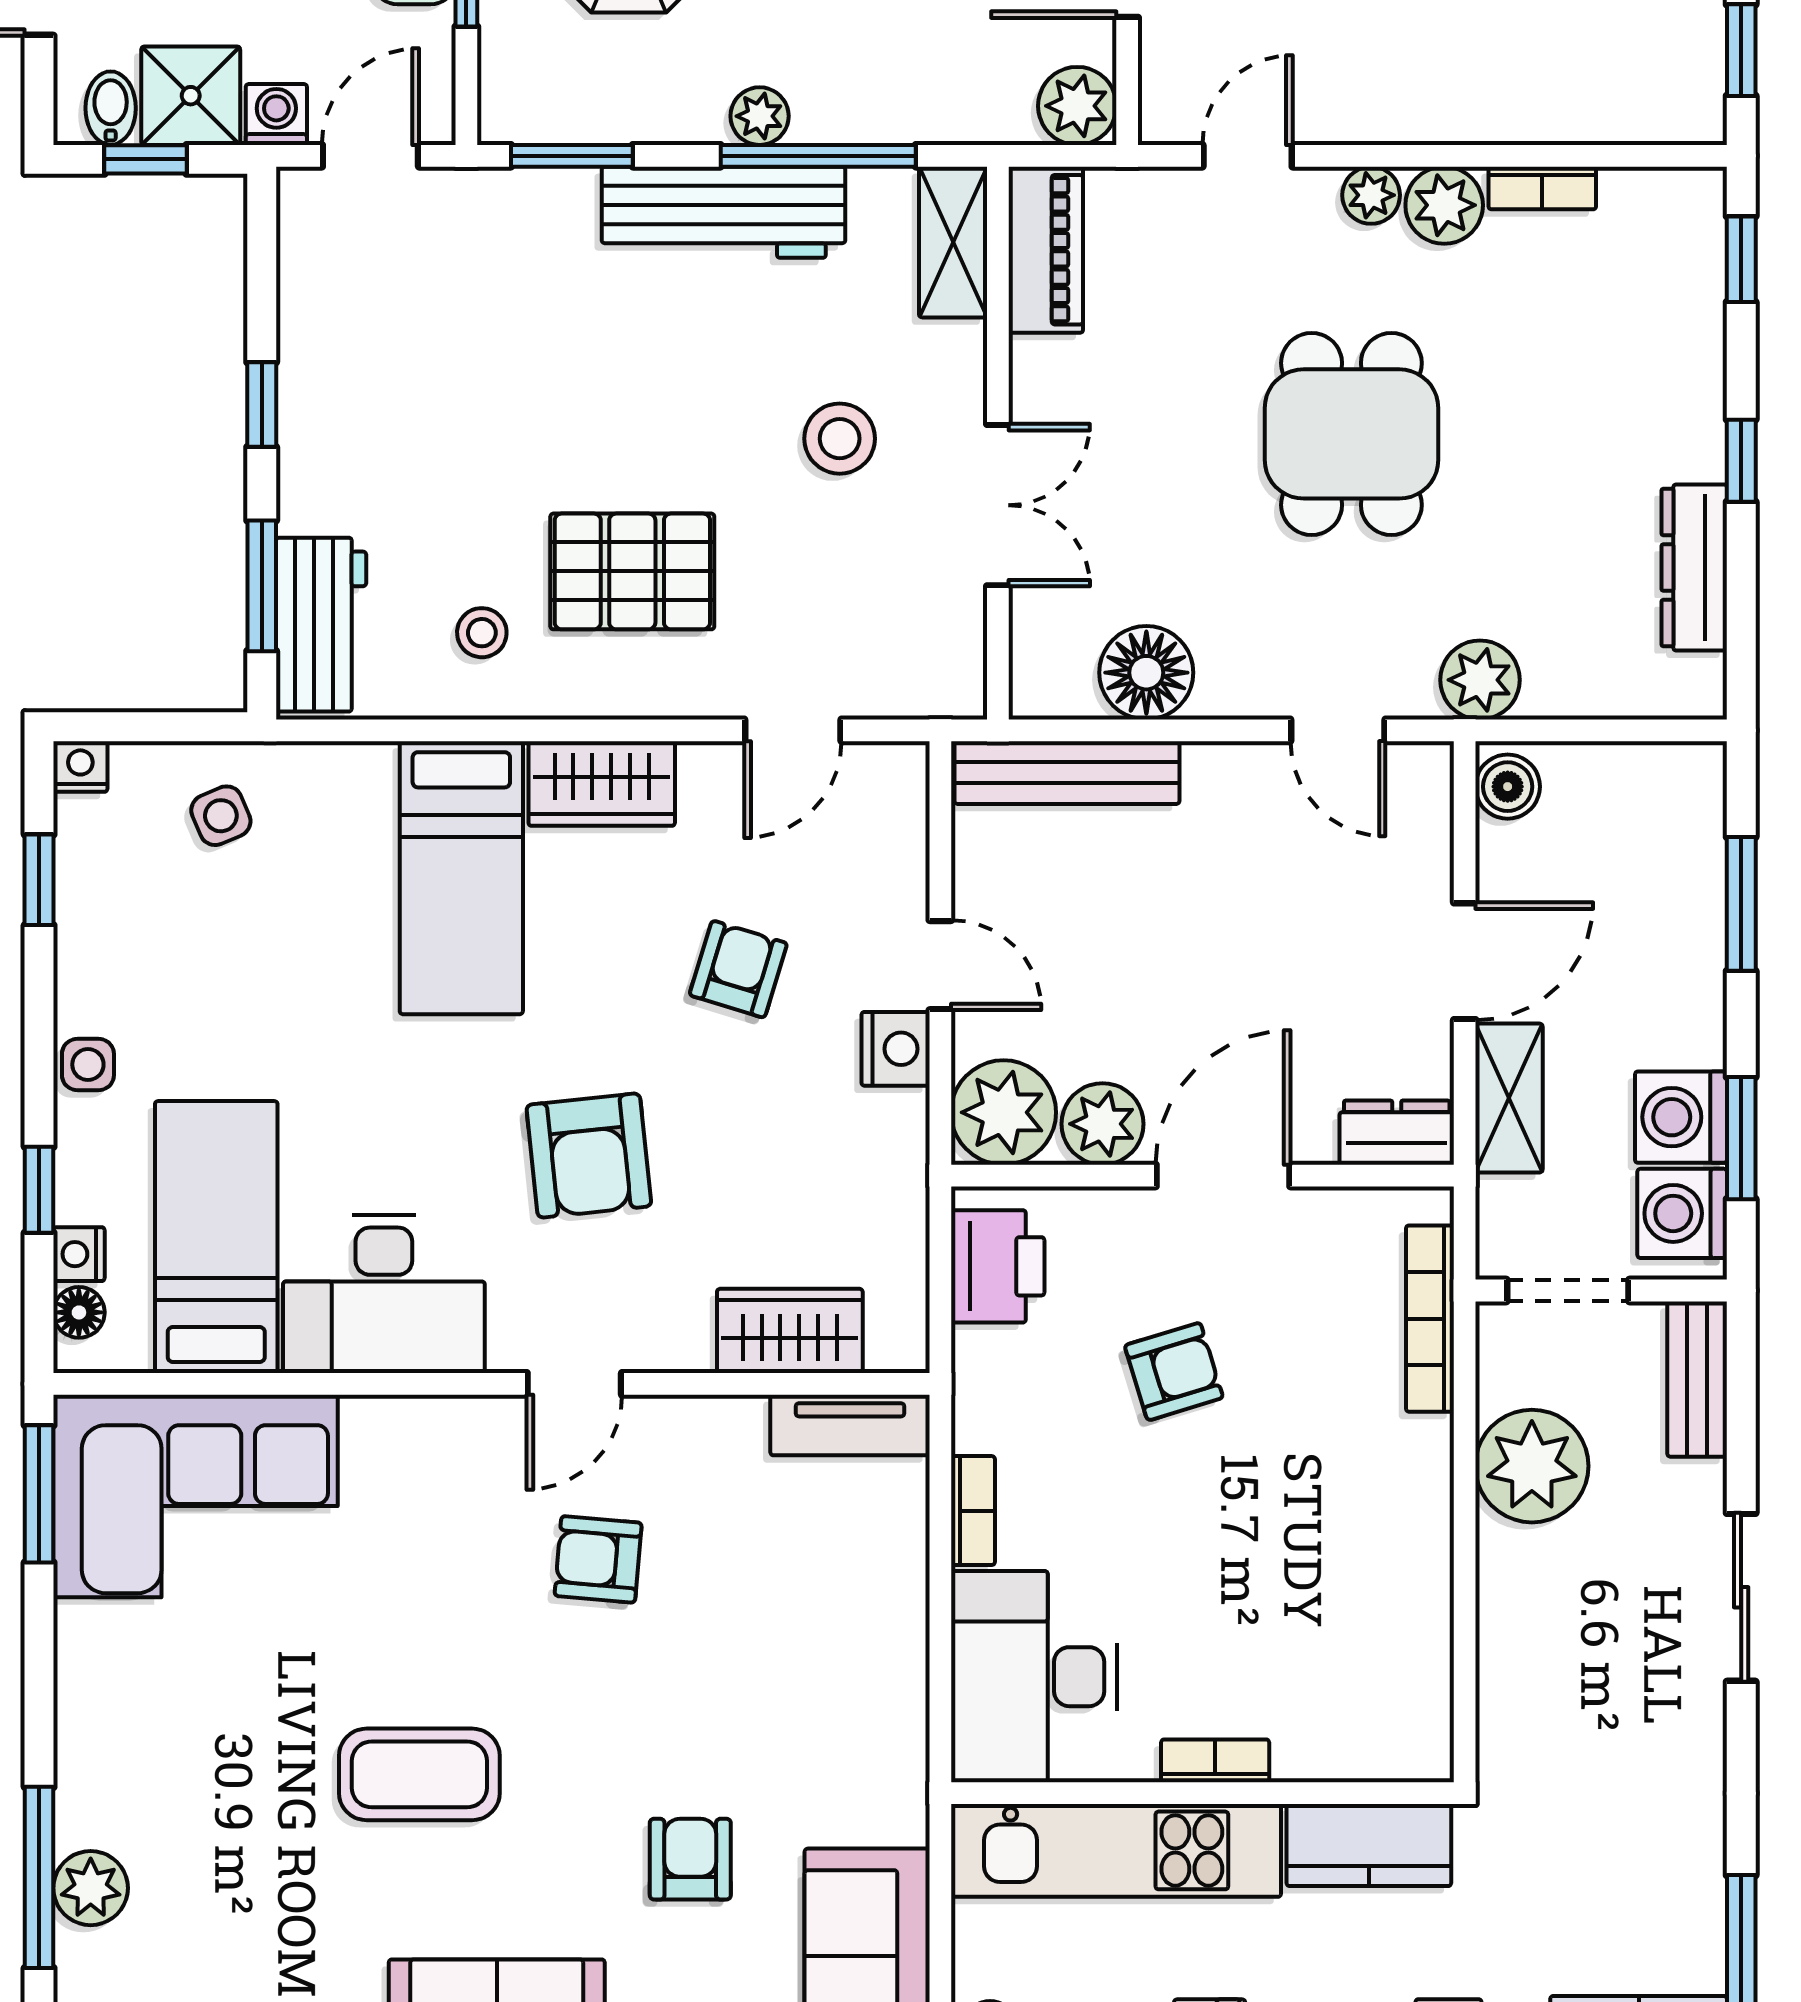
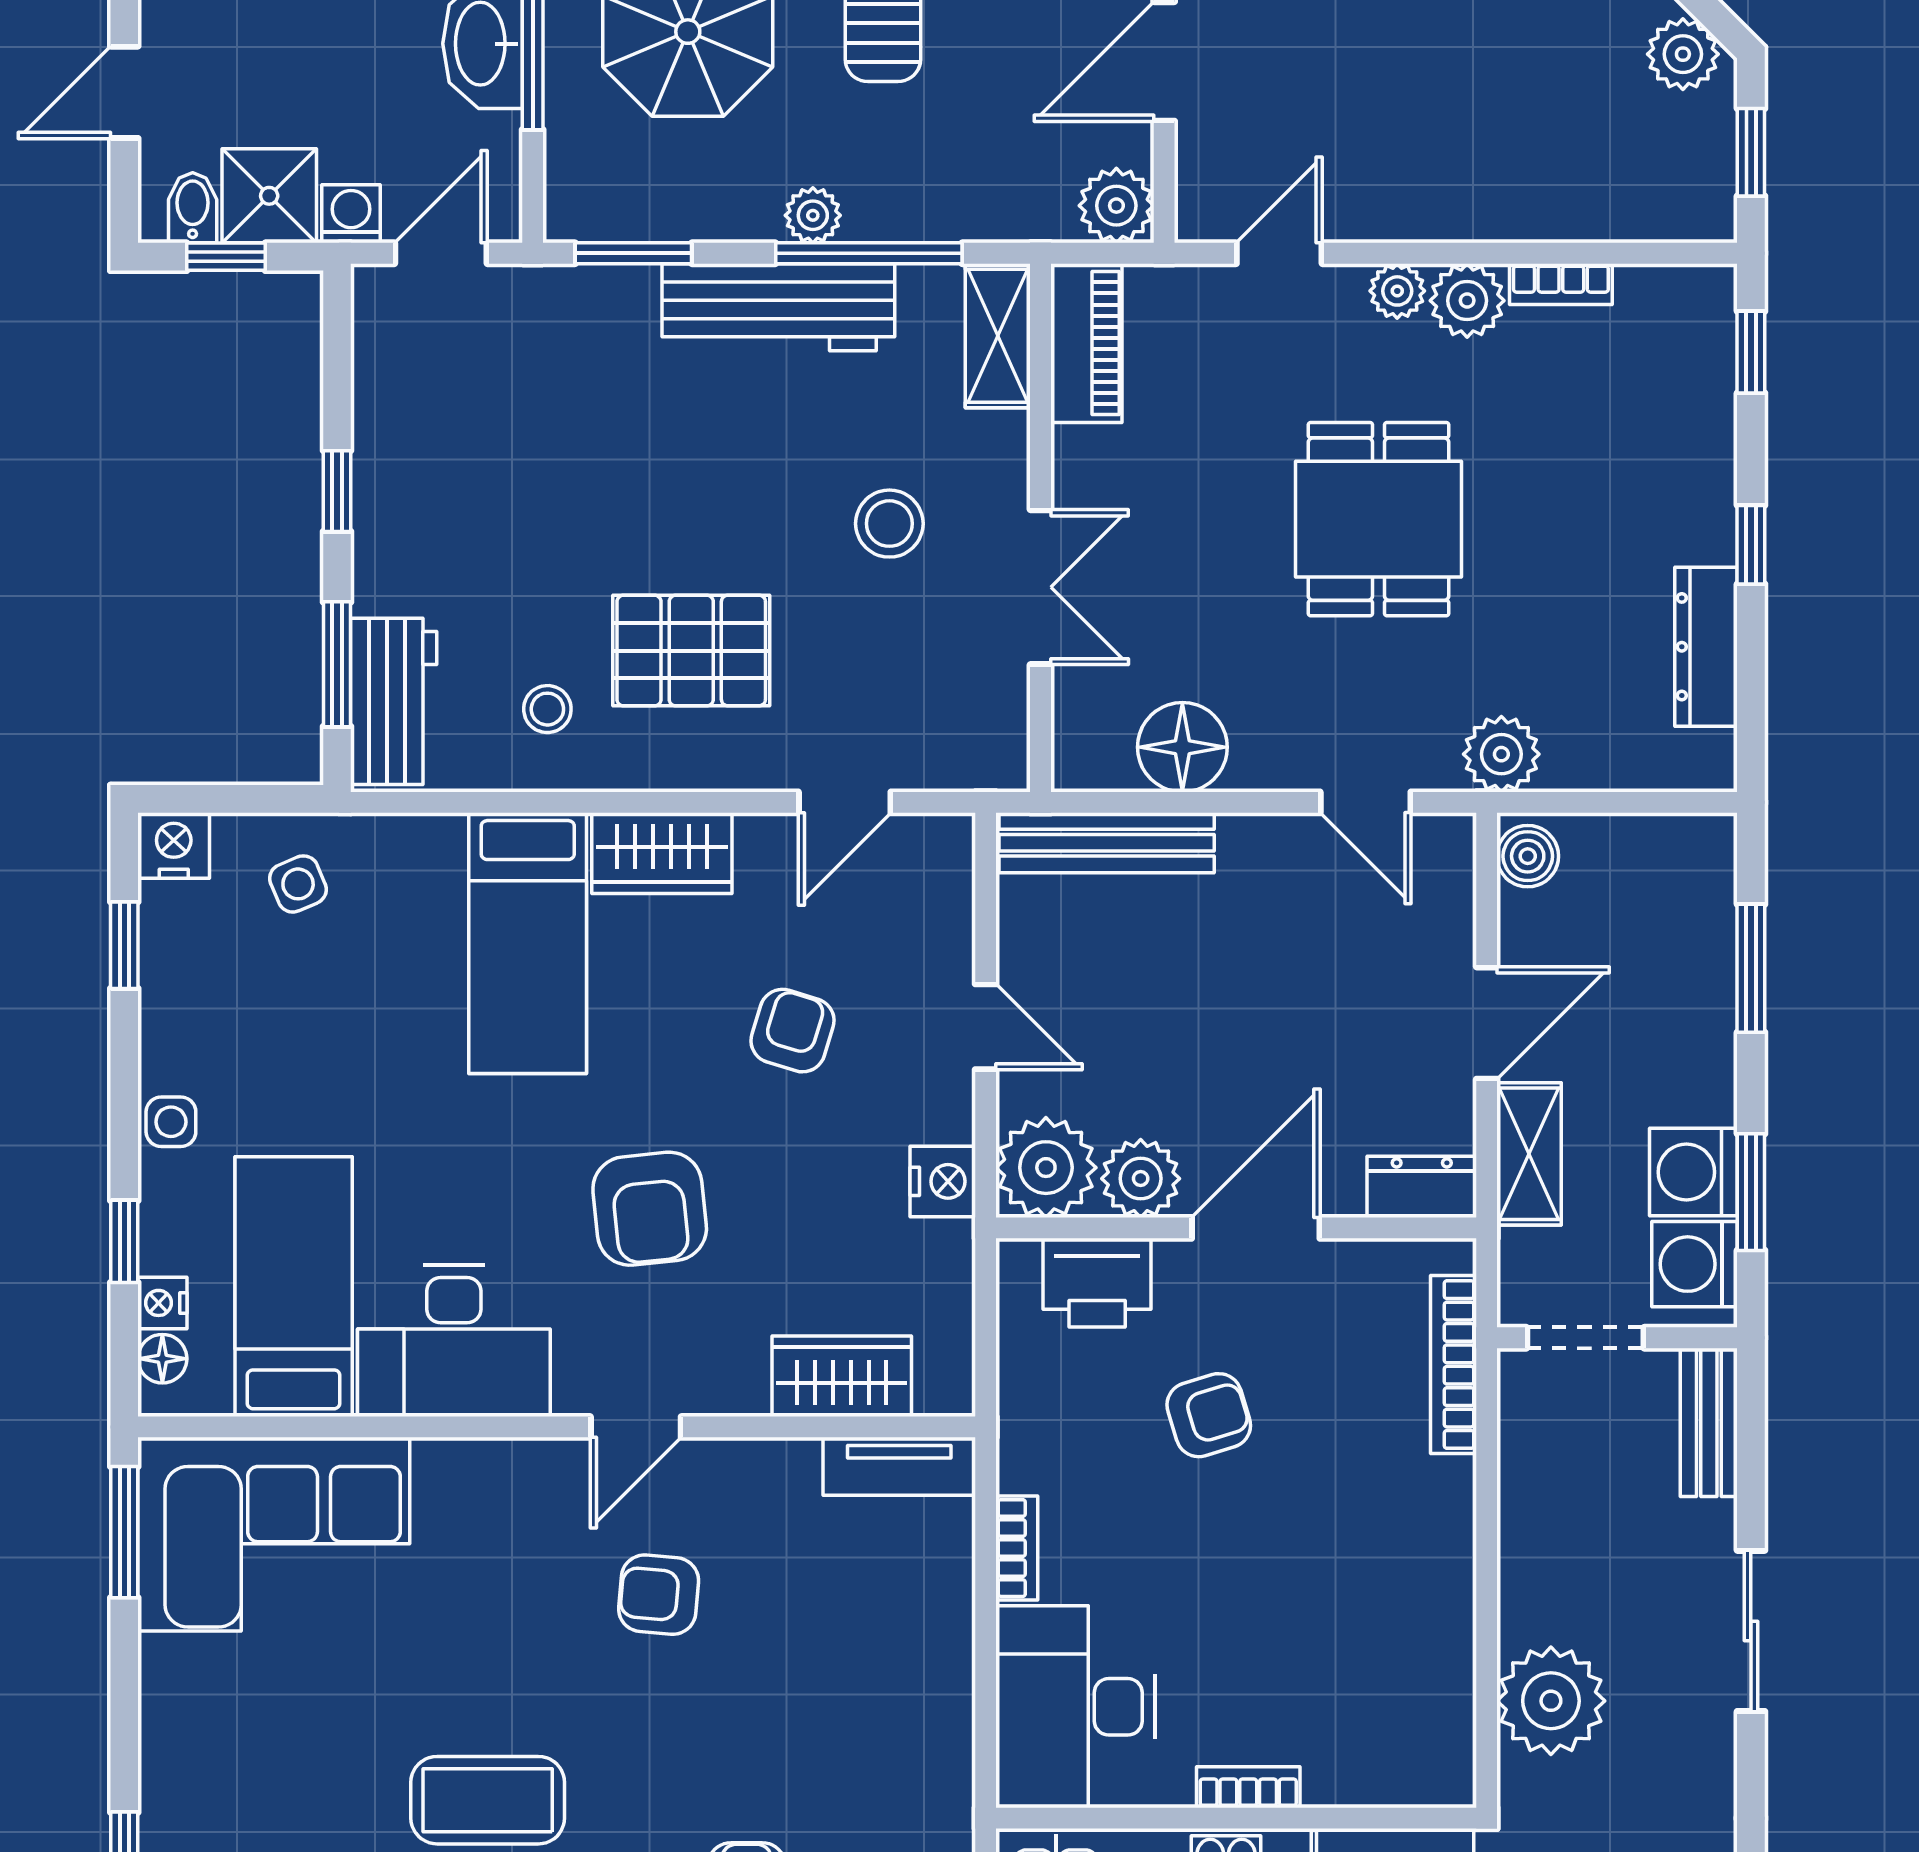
nightstand: (80, 767) -> (174, 846), width x1.39, depth x1.35
nightstand: (896, 1049) -> (943, 1181), moved
printer: (998, 1266) -> (1097, 1283), moved, turned 90
plant: (1532, 1466) -> (1551, 1701), moved

